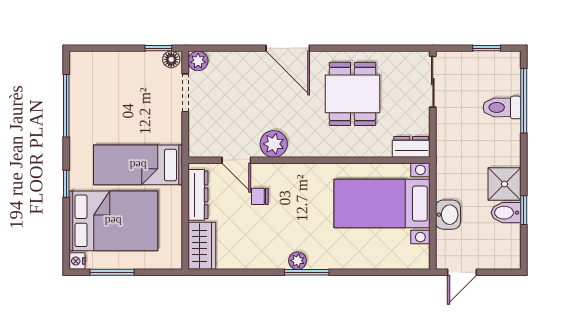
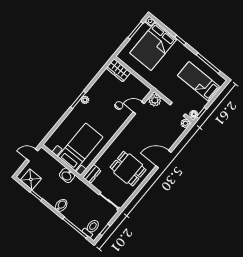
toilet: (502, 107) -> (91, 228), moved
plant: (274, 144) -> (155, 100), moved
bed: (138, 165) -> (199, 82), moved, turned -90
shower: (505, 184) -> (31, 179), moved
dresser: (198, 195) -> (138, 84), removed
bidet: (506, 213) -> (61, 205), moved
washbasin: (448, 215) -> (67, 175), moved
door: (462, 272) -> (32, 155), hinge flipped

